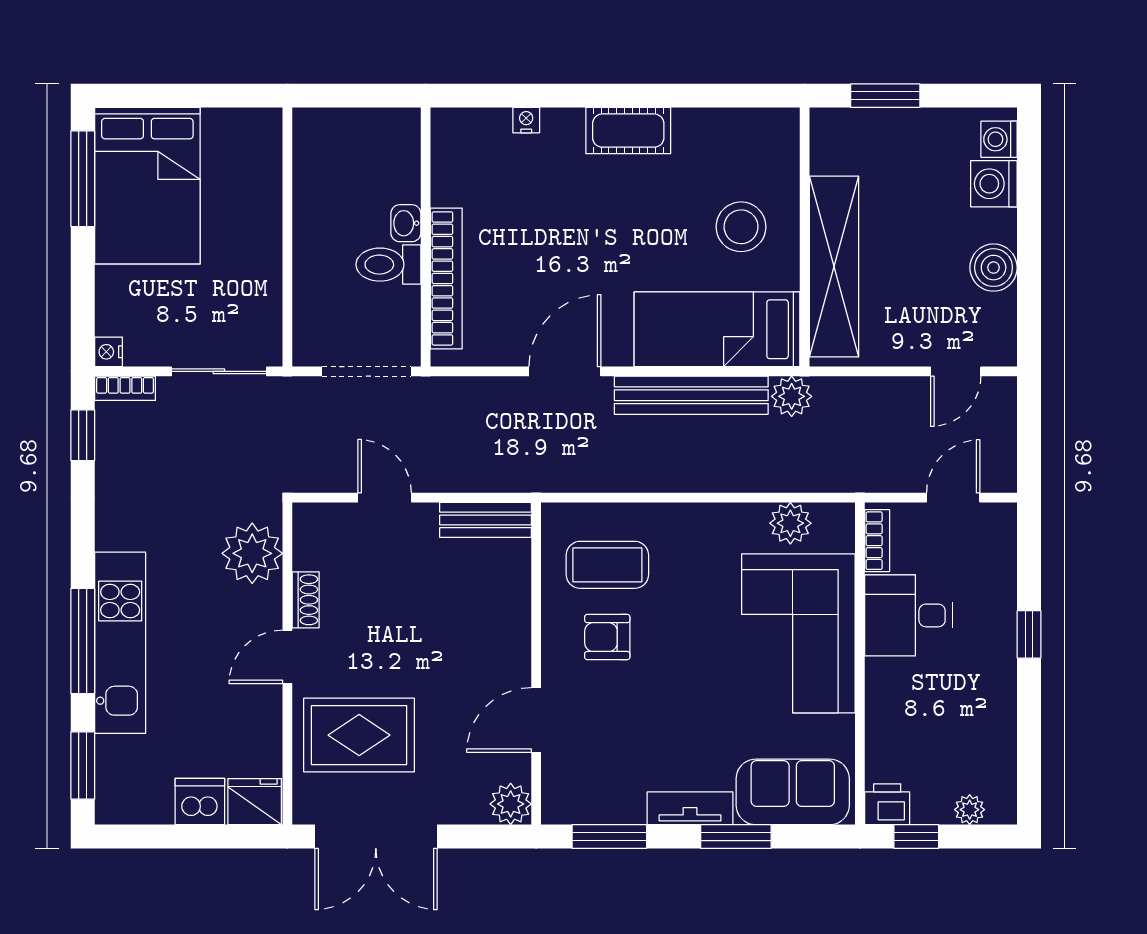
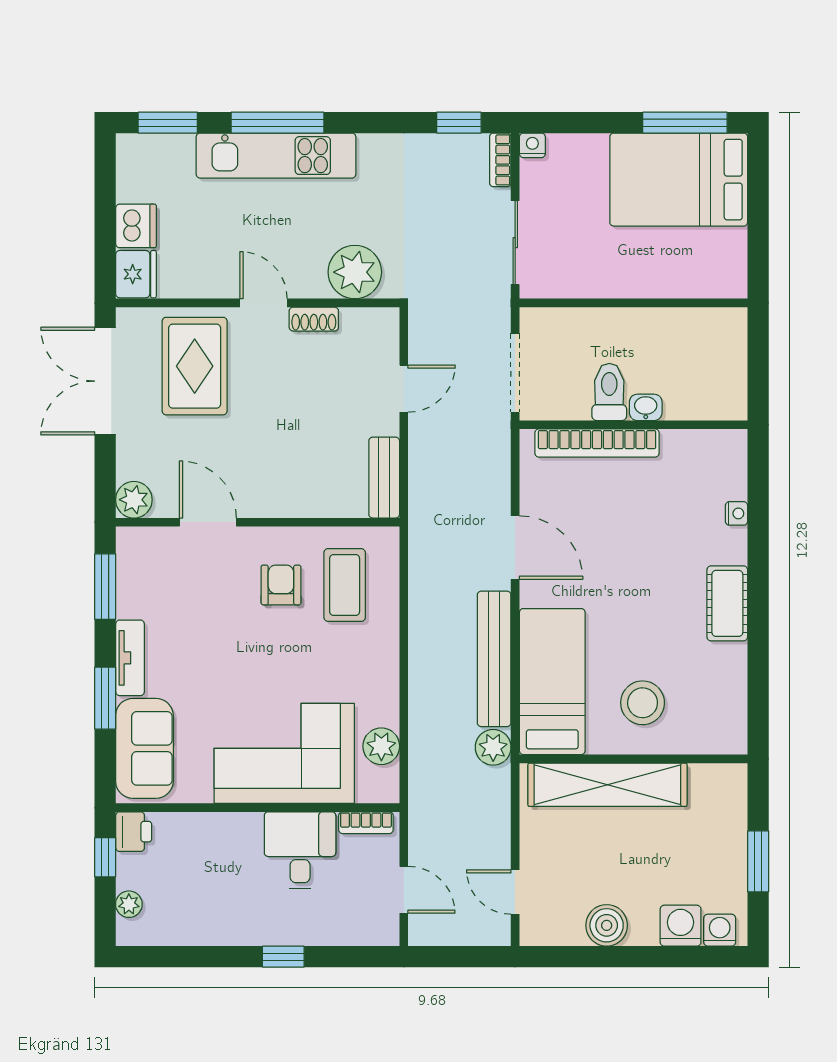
window: (885, 96) -> (758, 861), moved

